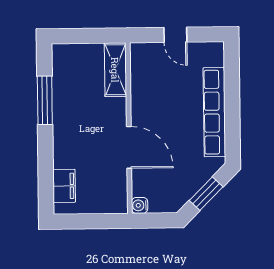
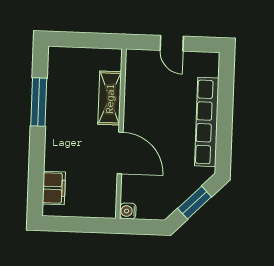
shelving: (115, 70) -> (110, 98), moved

